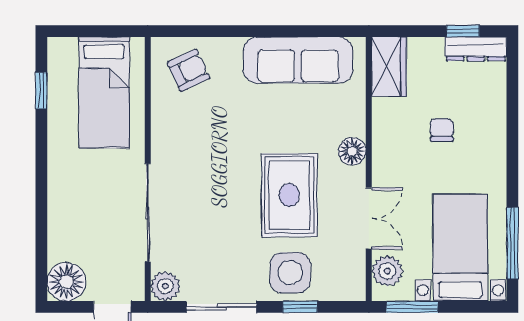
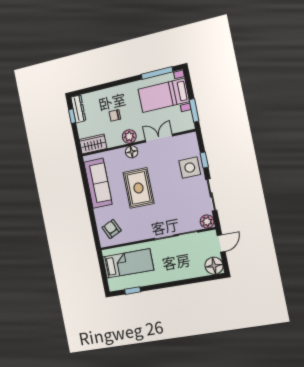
rug: (289, 195) -> (138, 188), moved, turned 90
plant: (387, 271) -> (129, 136), moved

